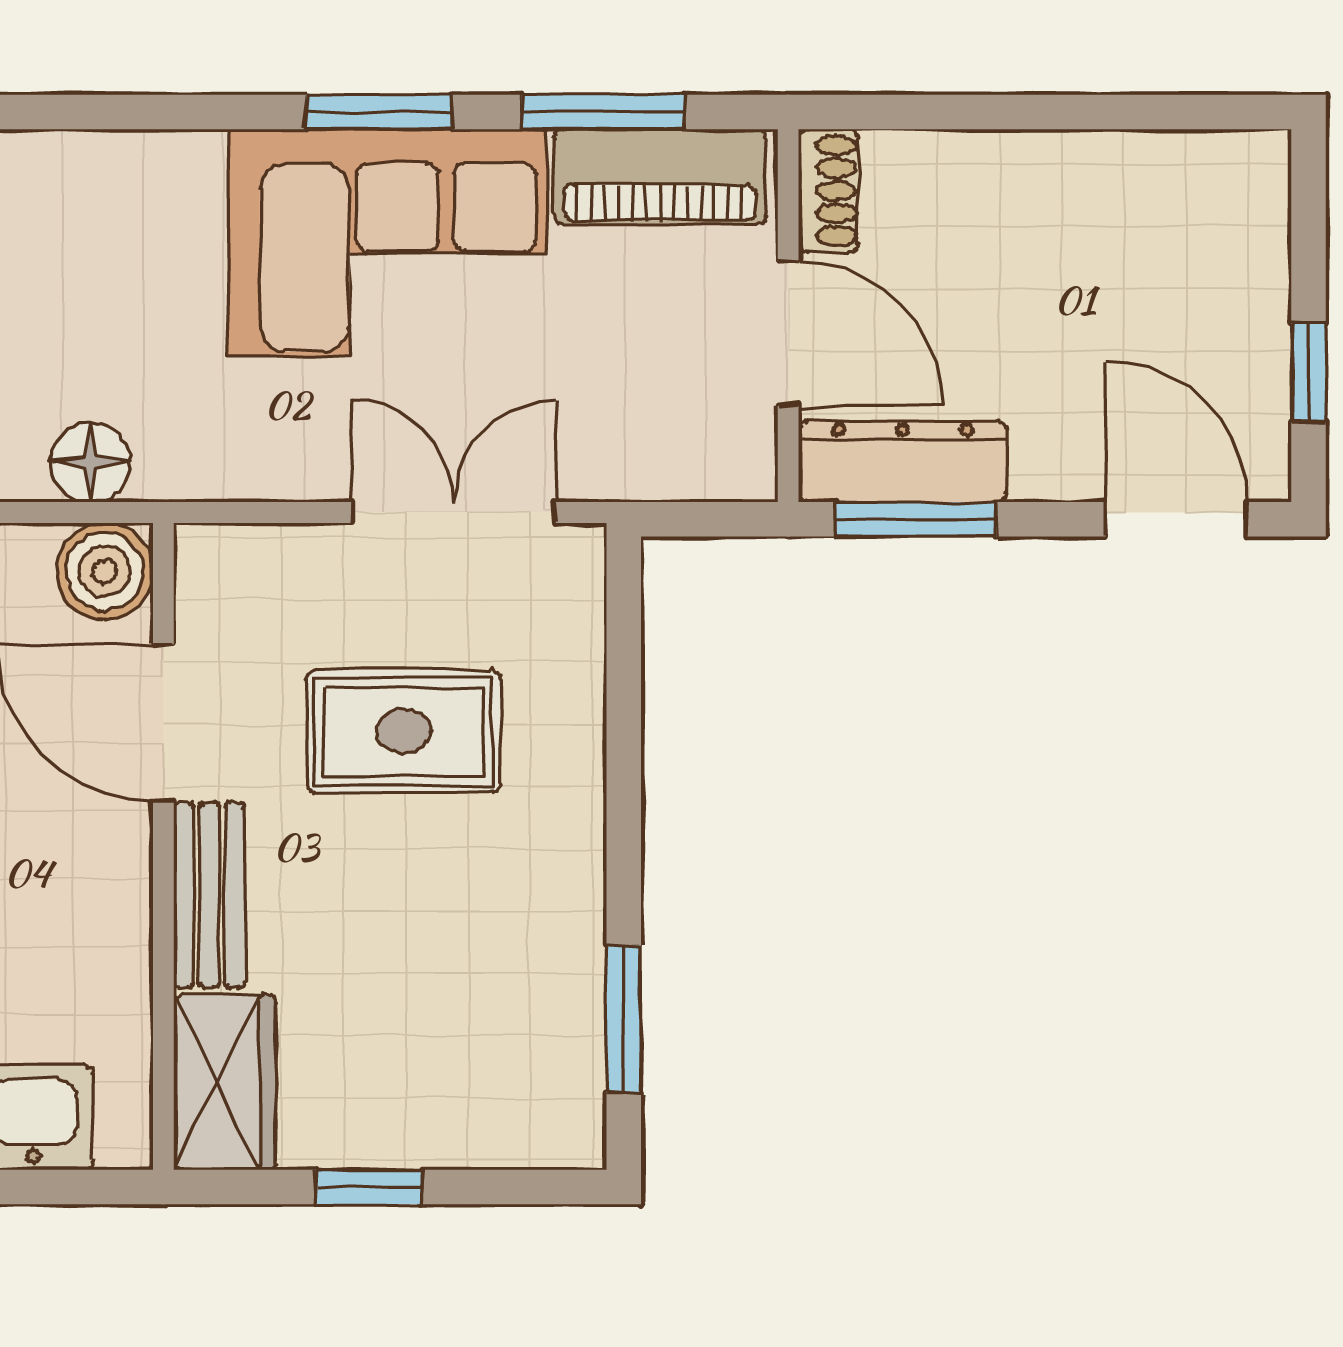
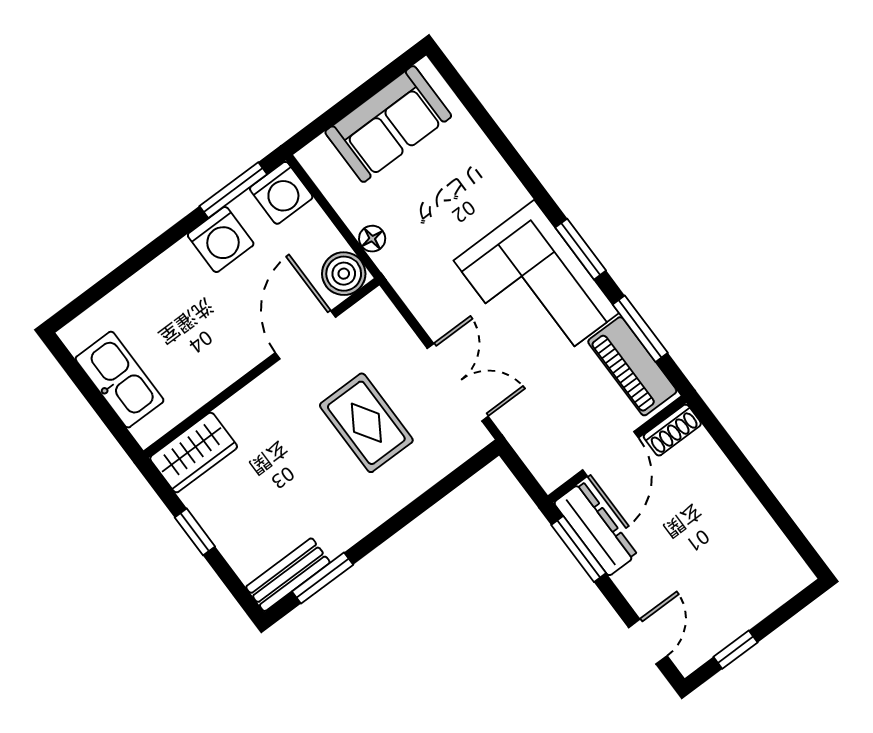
floor lamp: (91, 462) -> (372, 239), width x0.73, depth x0.73
door: (1176, 519) -> (648, 642), width x0.73
bench: (209, 895) -> (288, 575), moved

